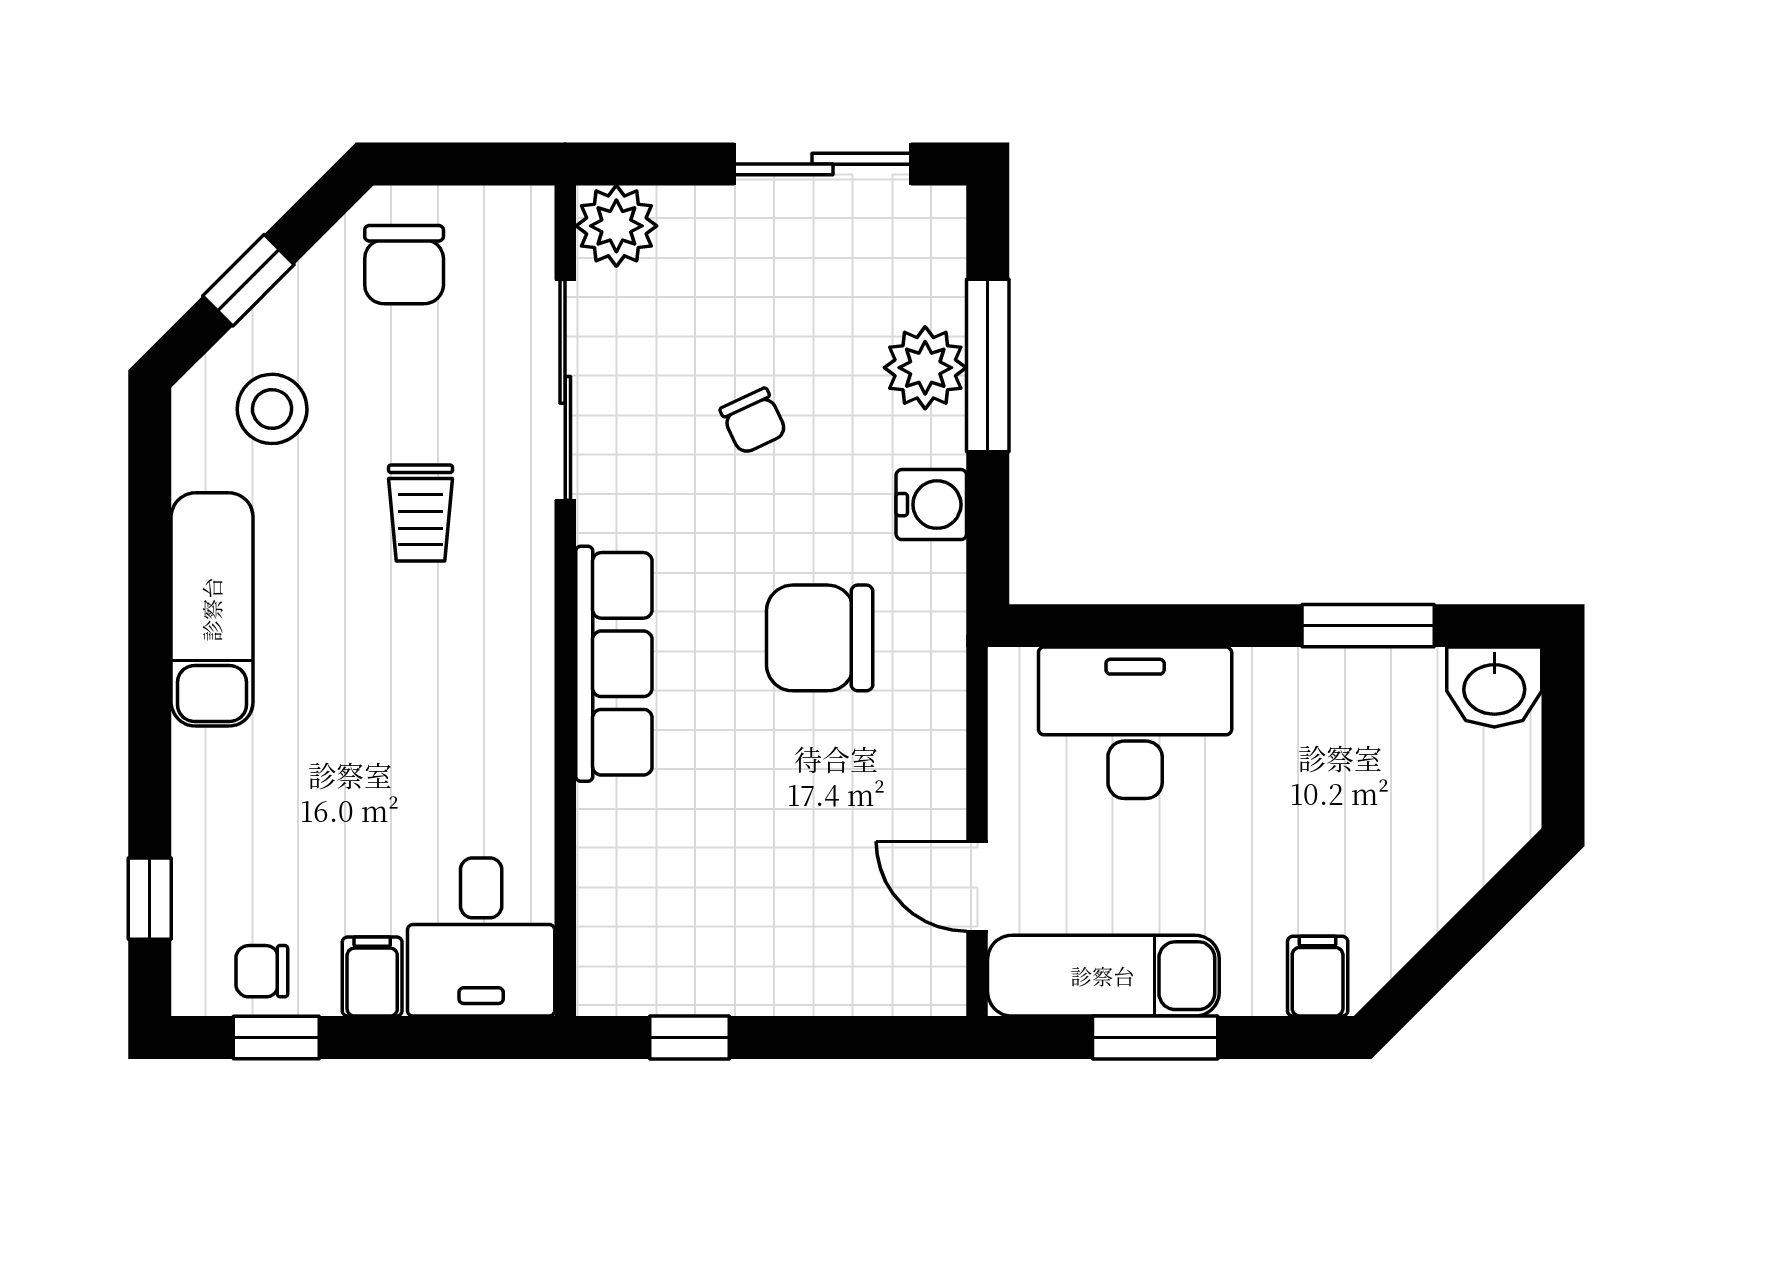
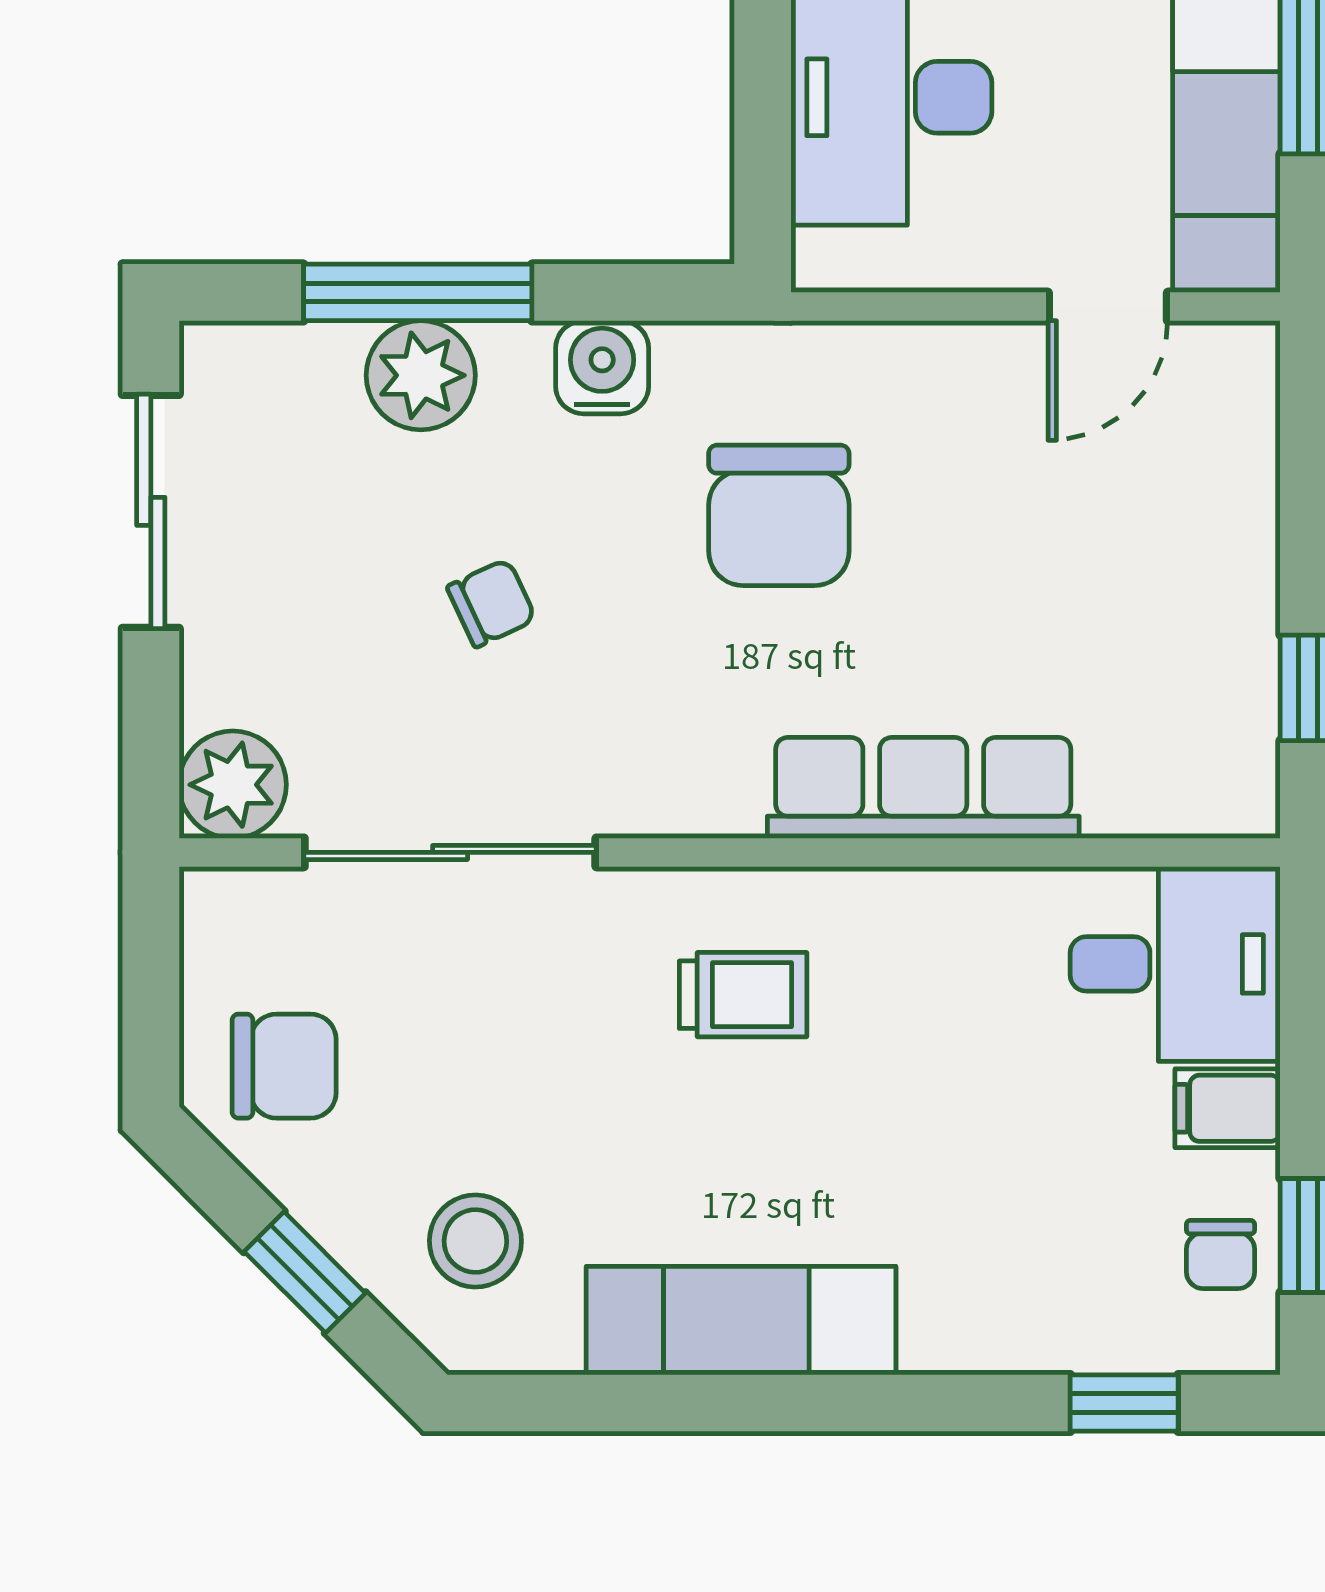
trolley: (421, 513) -> (743, 995), moved
row of seats: (614, 664) -> (923, 788), moved

